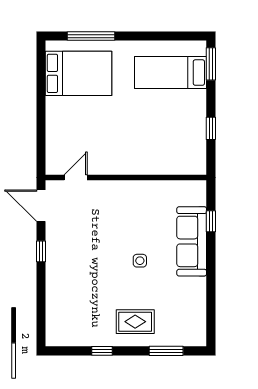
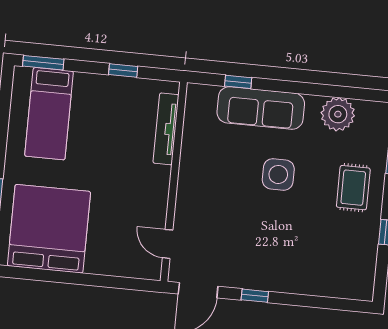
bed: (78, 73) -> (49, 229), width x1.36
tv unit: (168, 167) -> (166, 129), added
side table: (140, 261) -> (278, 174), width x1.87, depth x1.87
plant: (193, 304) -> (338, 114), added

